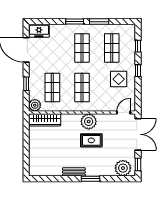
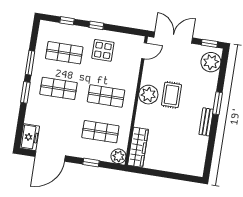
door: (124, 113) -> (144, 51), swing flipped

